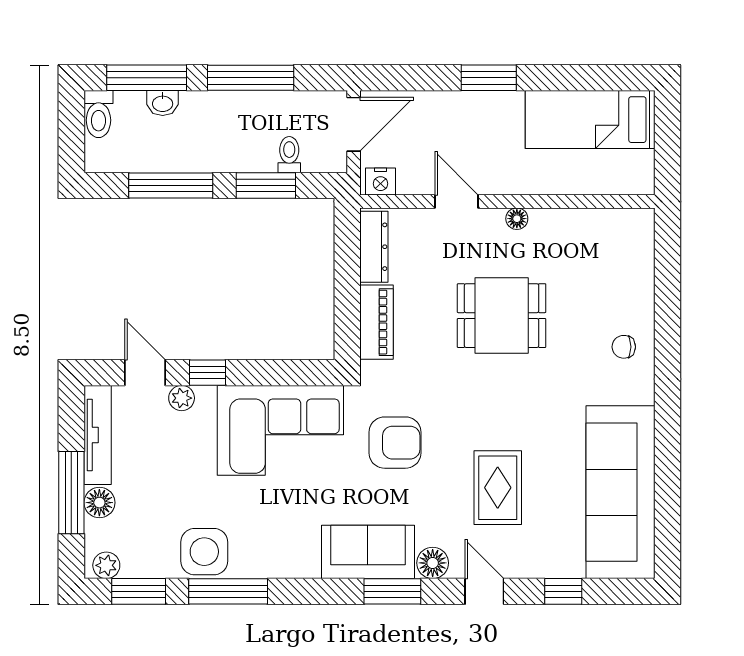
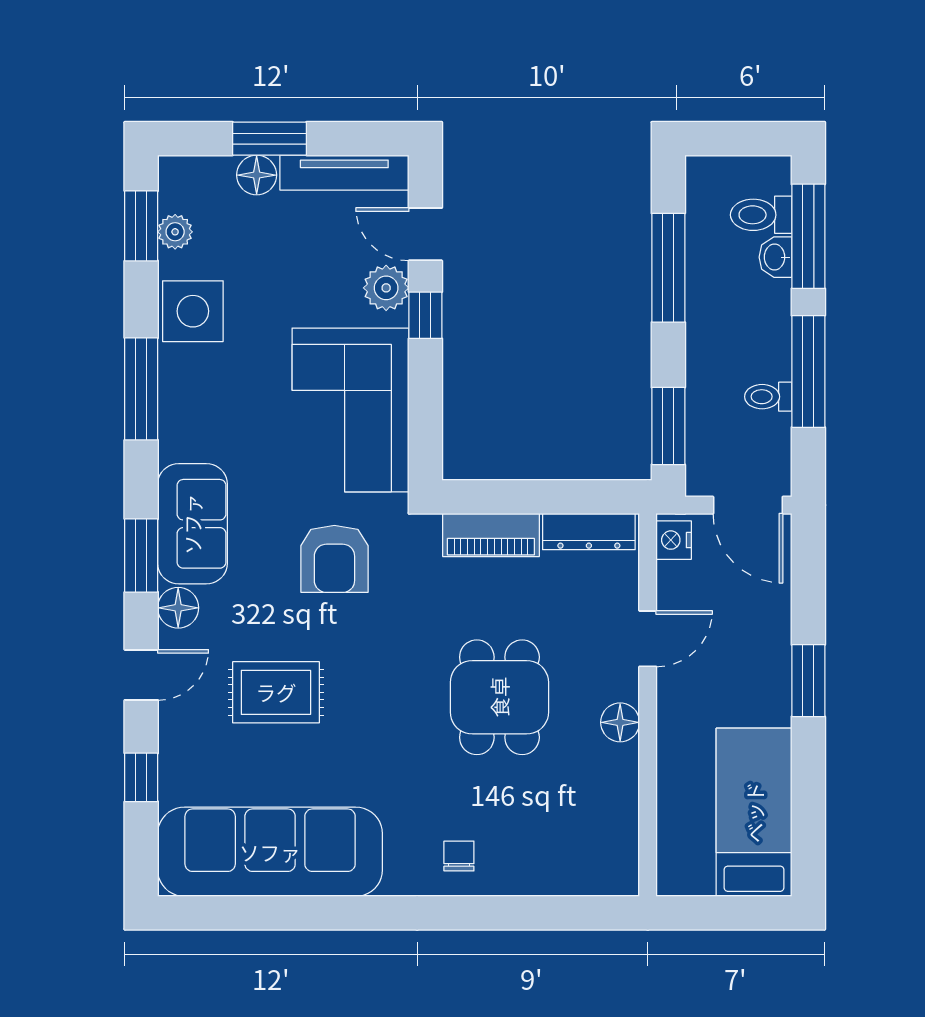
toilet: (98, 114) -> (761, 215), moved
toilet: (289, 155) -> (768, 397), moved, turned 180
window: (266, 186) -> (668, 426), moved
floor lamp: (517, 219) -> (620, 722), width x1.37, depth x1.37
door: (145, 373) -> (425, 234), swing flipped
plant: (182, 398) -> (386, 288), width x1.38, depth x1.38
window: (71, 493) -> (270, 139), width x0.69
plant: (106, 565) -> (175, 232), moved
window: (228, 591) -> (141, 389), moved

